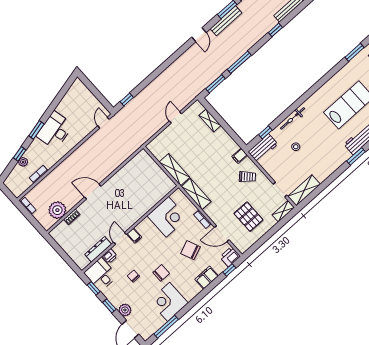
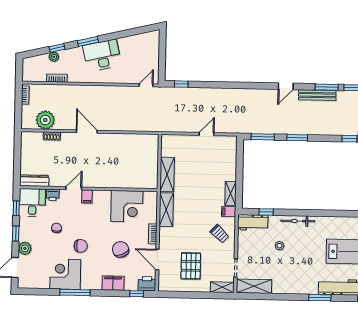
window: (239, 62) -> (297, 138), width x0.69
shelving: (210, 120) -> (231, 193), moved
dresser: (98, 249) -> (34, 181), moved
window: (166, 327) -> (75, 292), moved

